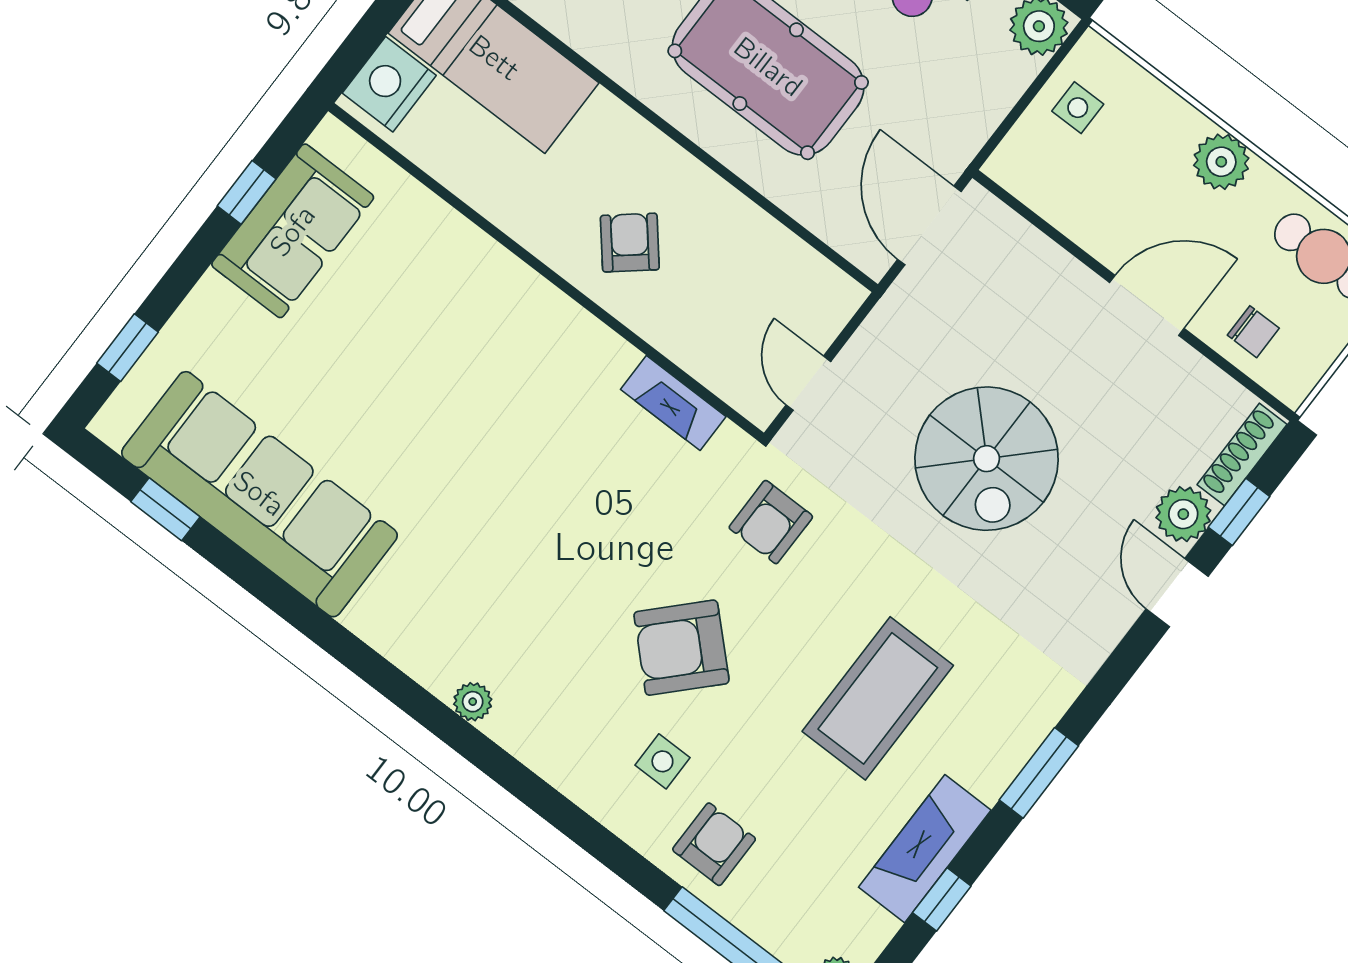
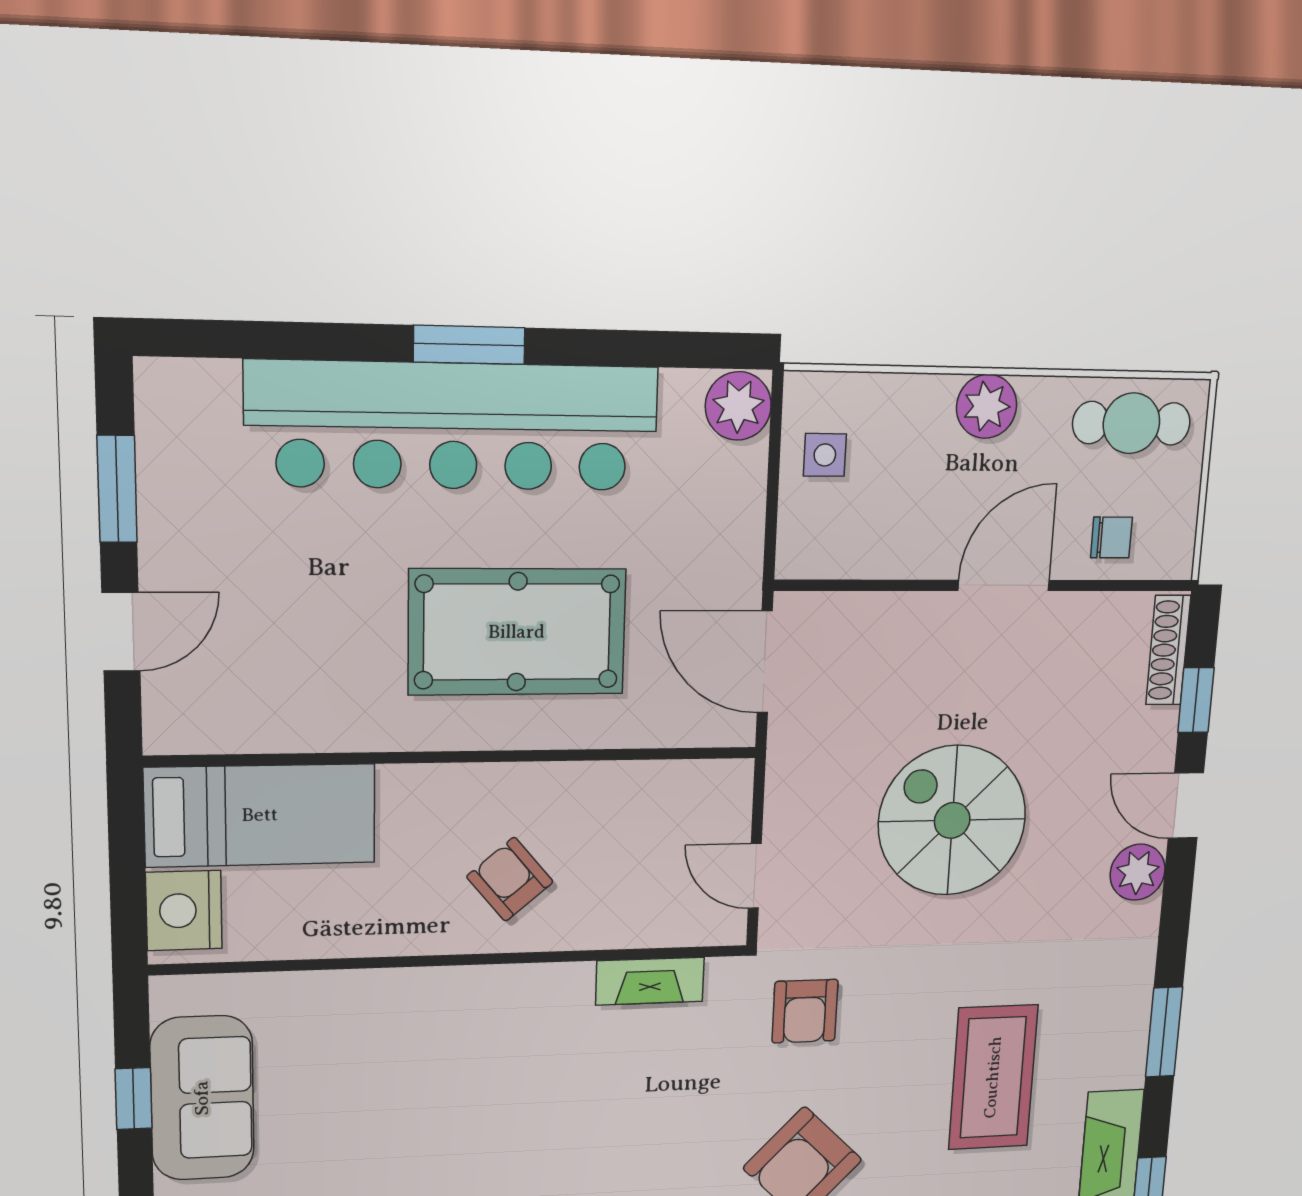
spiral stairs: (987, 459) -> (952, 820), turned 180
plant: (1183, 514) -> (1138, 872), moved

